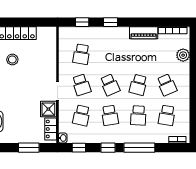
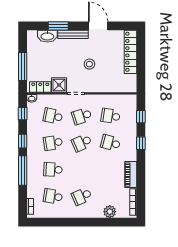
stool: (12, 60) -> (89, 64), moved
school desk: (138, 85) -> (111, 143), moved
window: (29, 148) -> (23, 66), width x1.44

